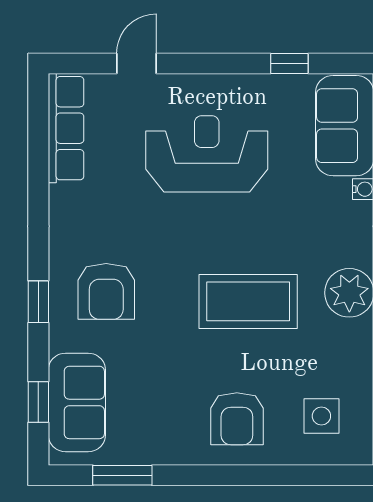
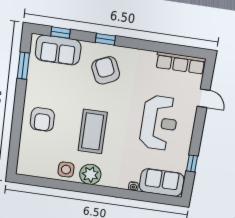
armchair: (106, 291) -> (106, 70), turned 66
side table: (321, 416) -> (66, 170), moved
armchair: (237, 419) -> (42, 119), turned -90

